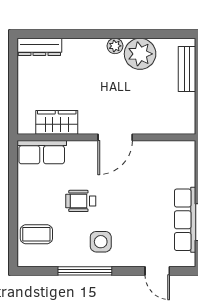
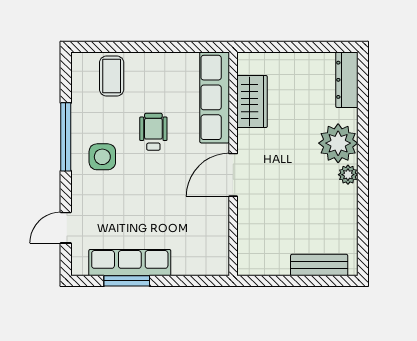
plant: (140, 54) -> (338, 143), moved
door: (115, 137) -> (233, 175), hinge flipped
row of seats: (42, 152) -> (215, 97), width x1.48

